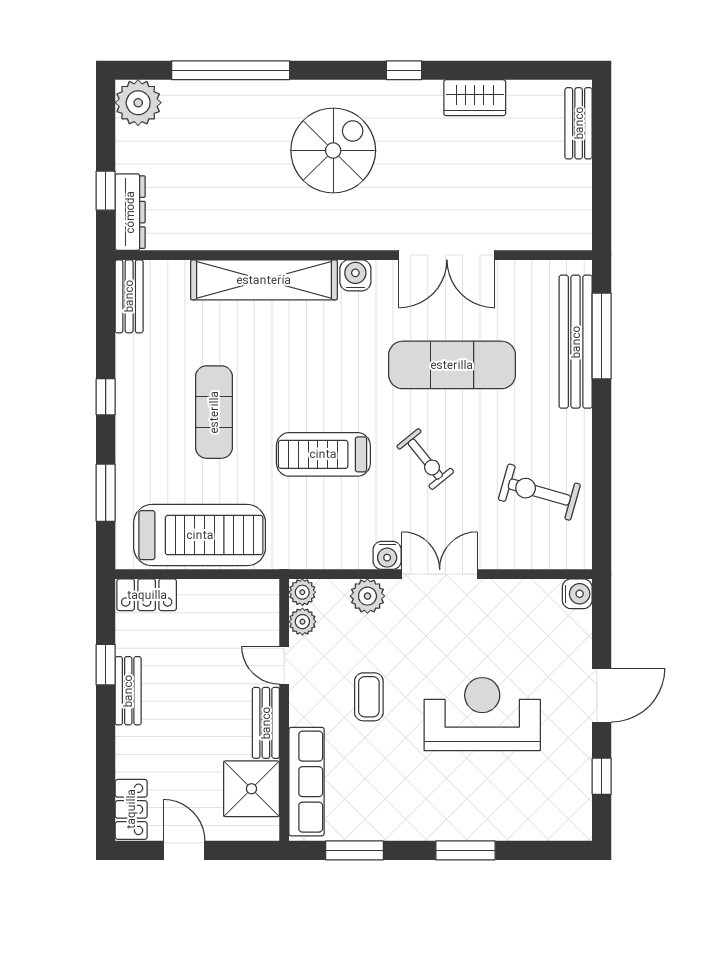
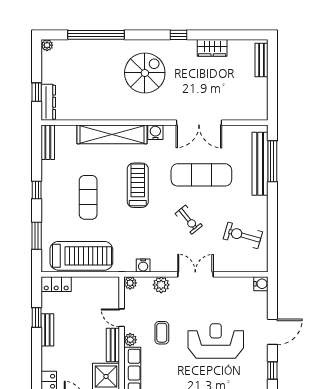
plant: (138, 103) -> (47, 45), width x0.53, depth x0.53
treadmill: (323, 454) -> (138, 185), moved, turned 90
water cooler: (387, 555) -> (143, 265), moved
plant: (302, 622) -> (130, 340), moved

